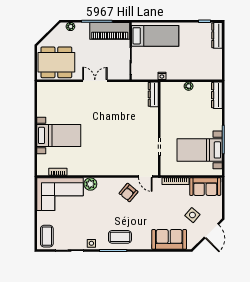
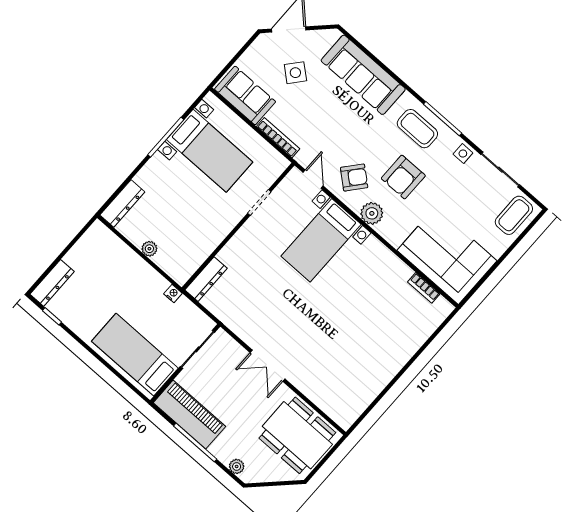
bed with nightstands: (59, 135) -> (321, 240), moved, turned -90
plant: (90, 184) -> (372, 213), moved
armchair: (108, 211) -> (403, 177), added
sofa: (169, 239) -> (363, 75), width x1.36

